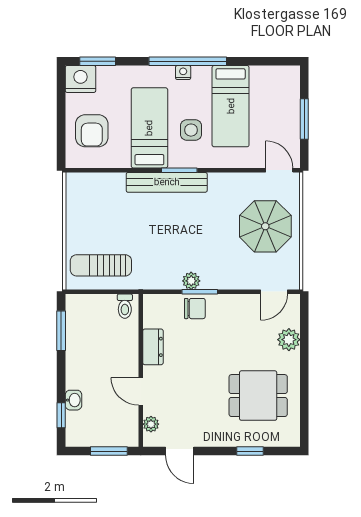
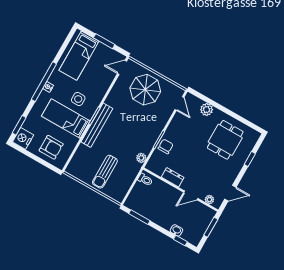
bed: (231, 106) -> (79, 56), moved, turned 90
sun lounger: (101, 265) -> (105, 172), moved
plant: (191, 281) -> (141, 158), moved

